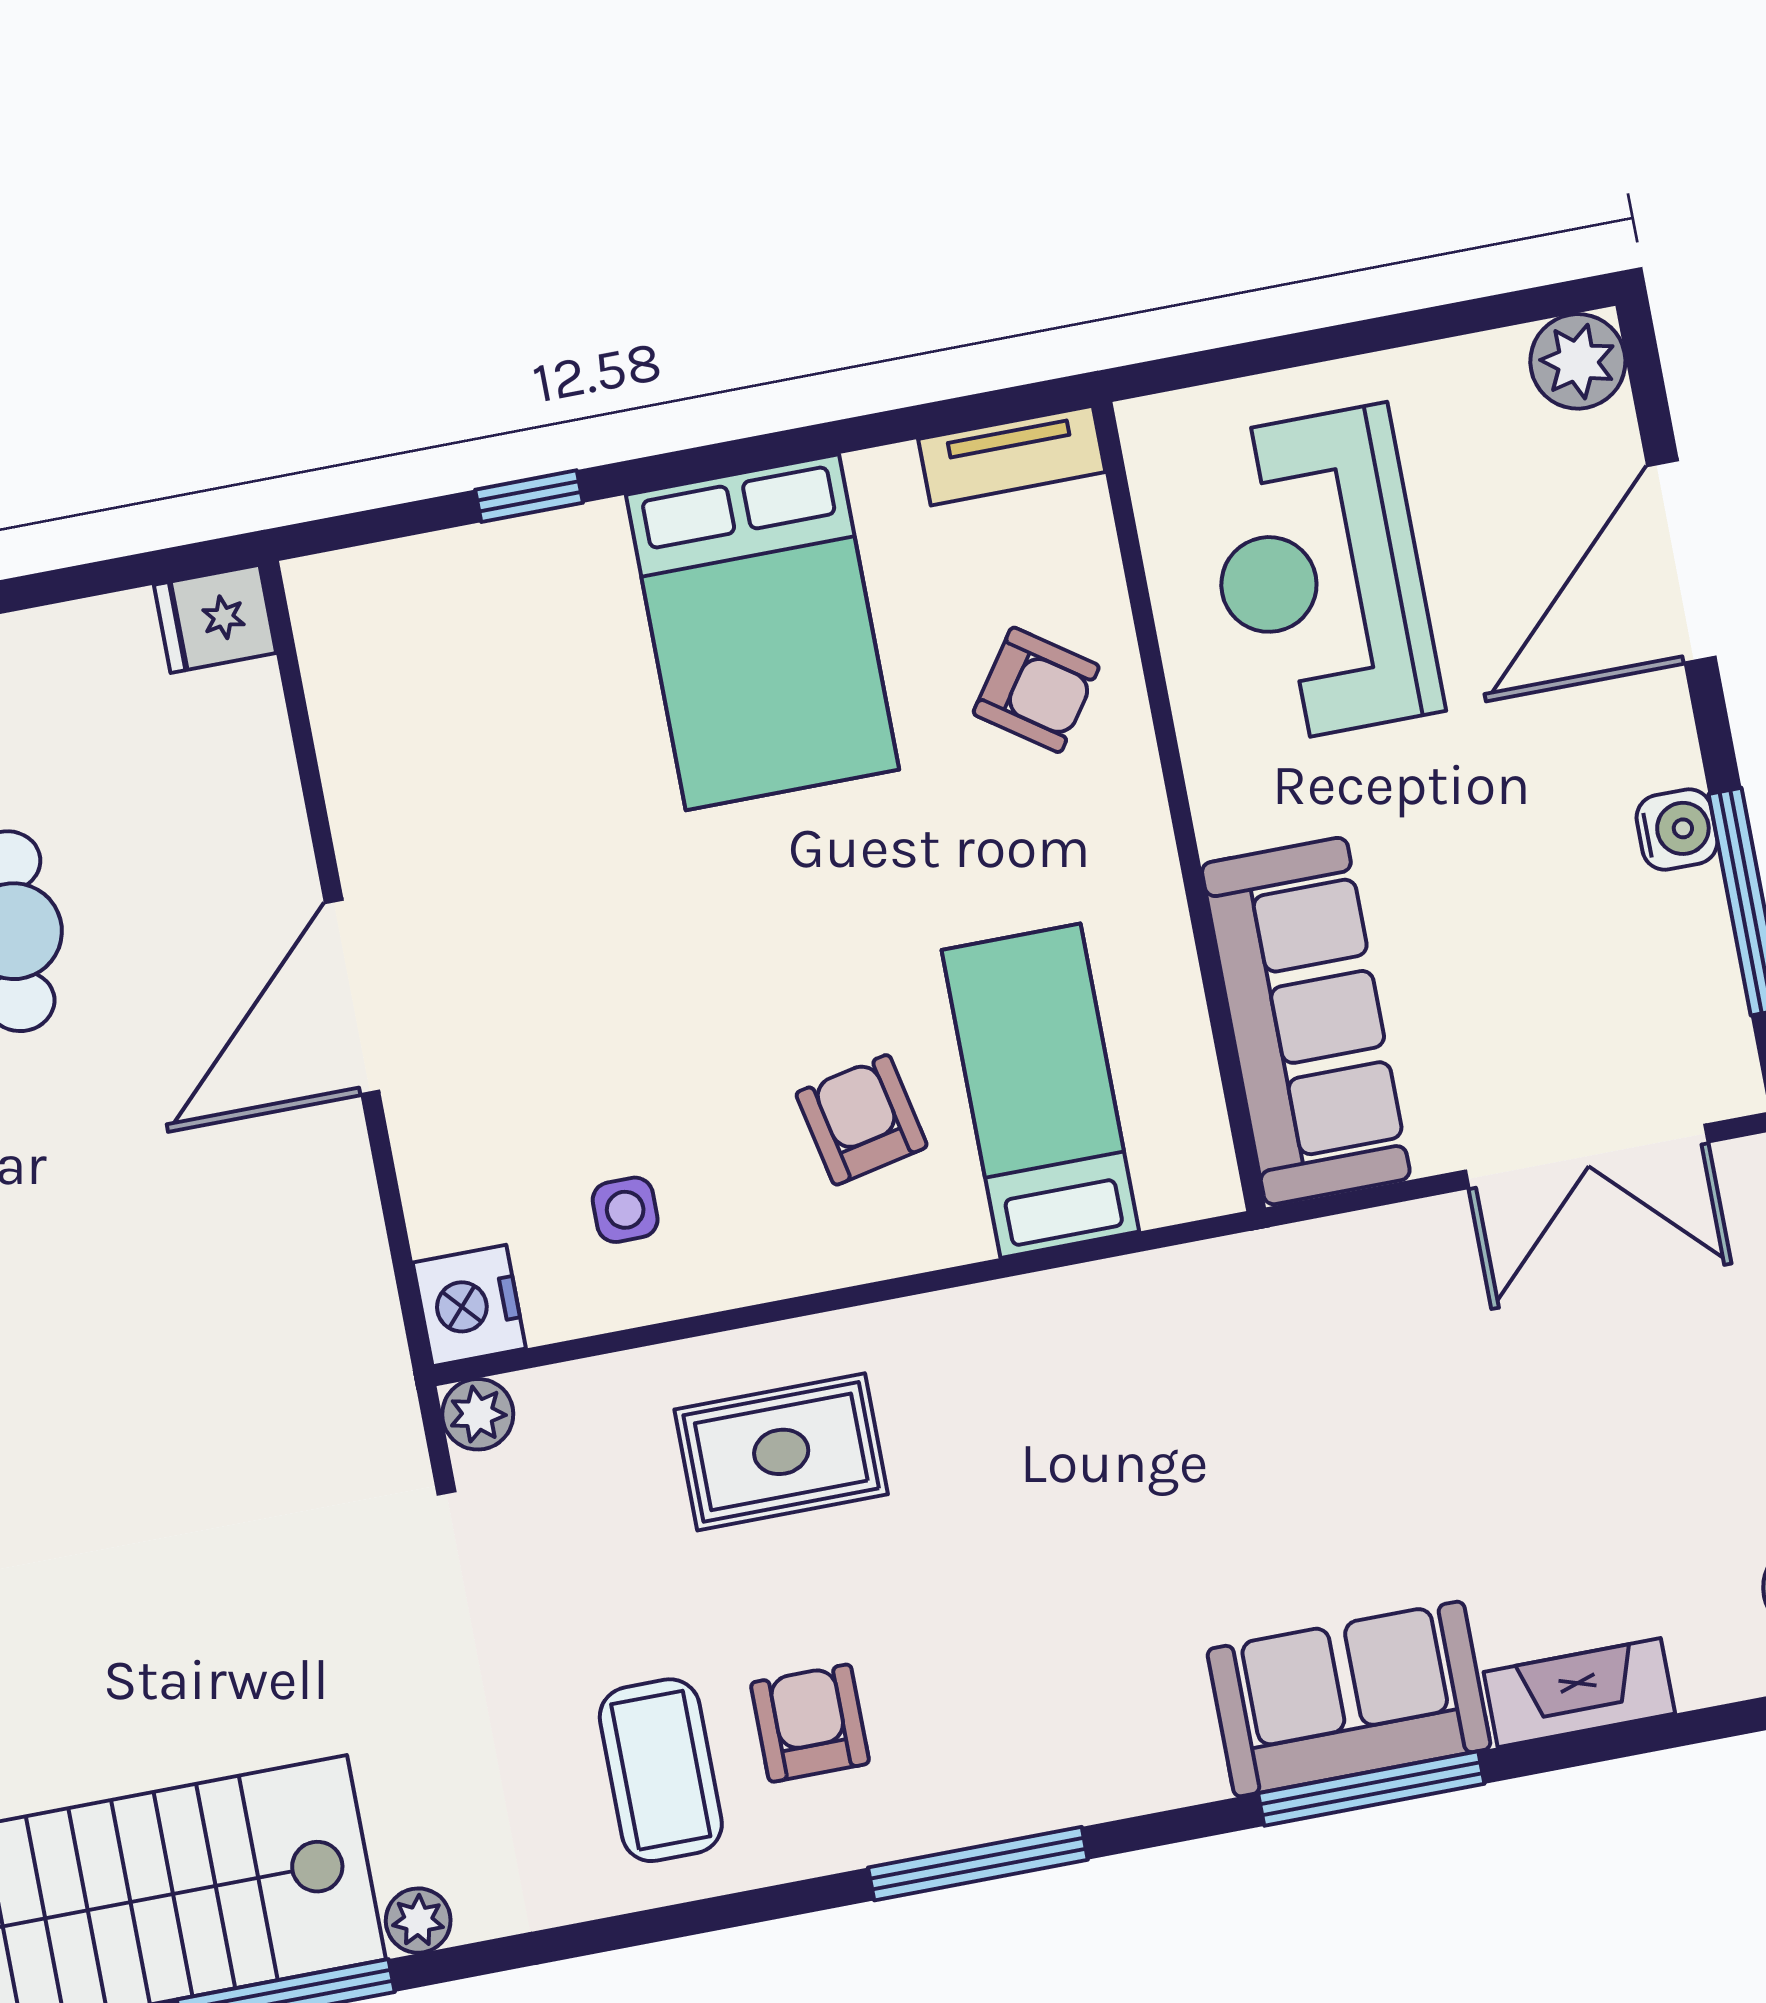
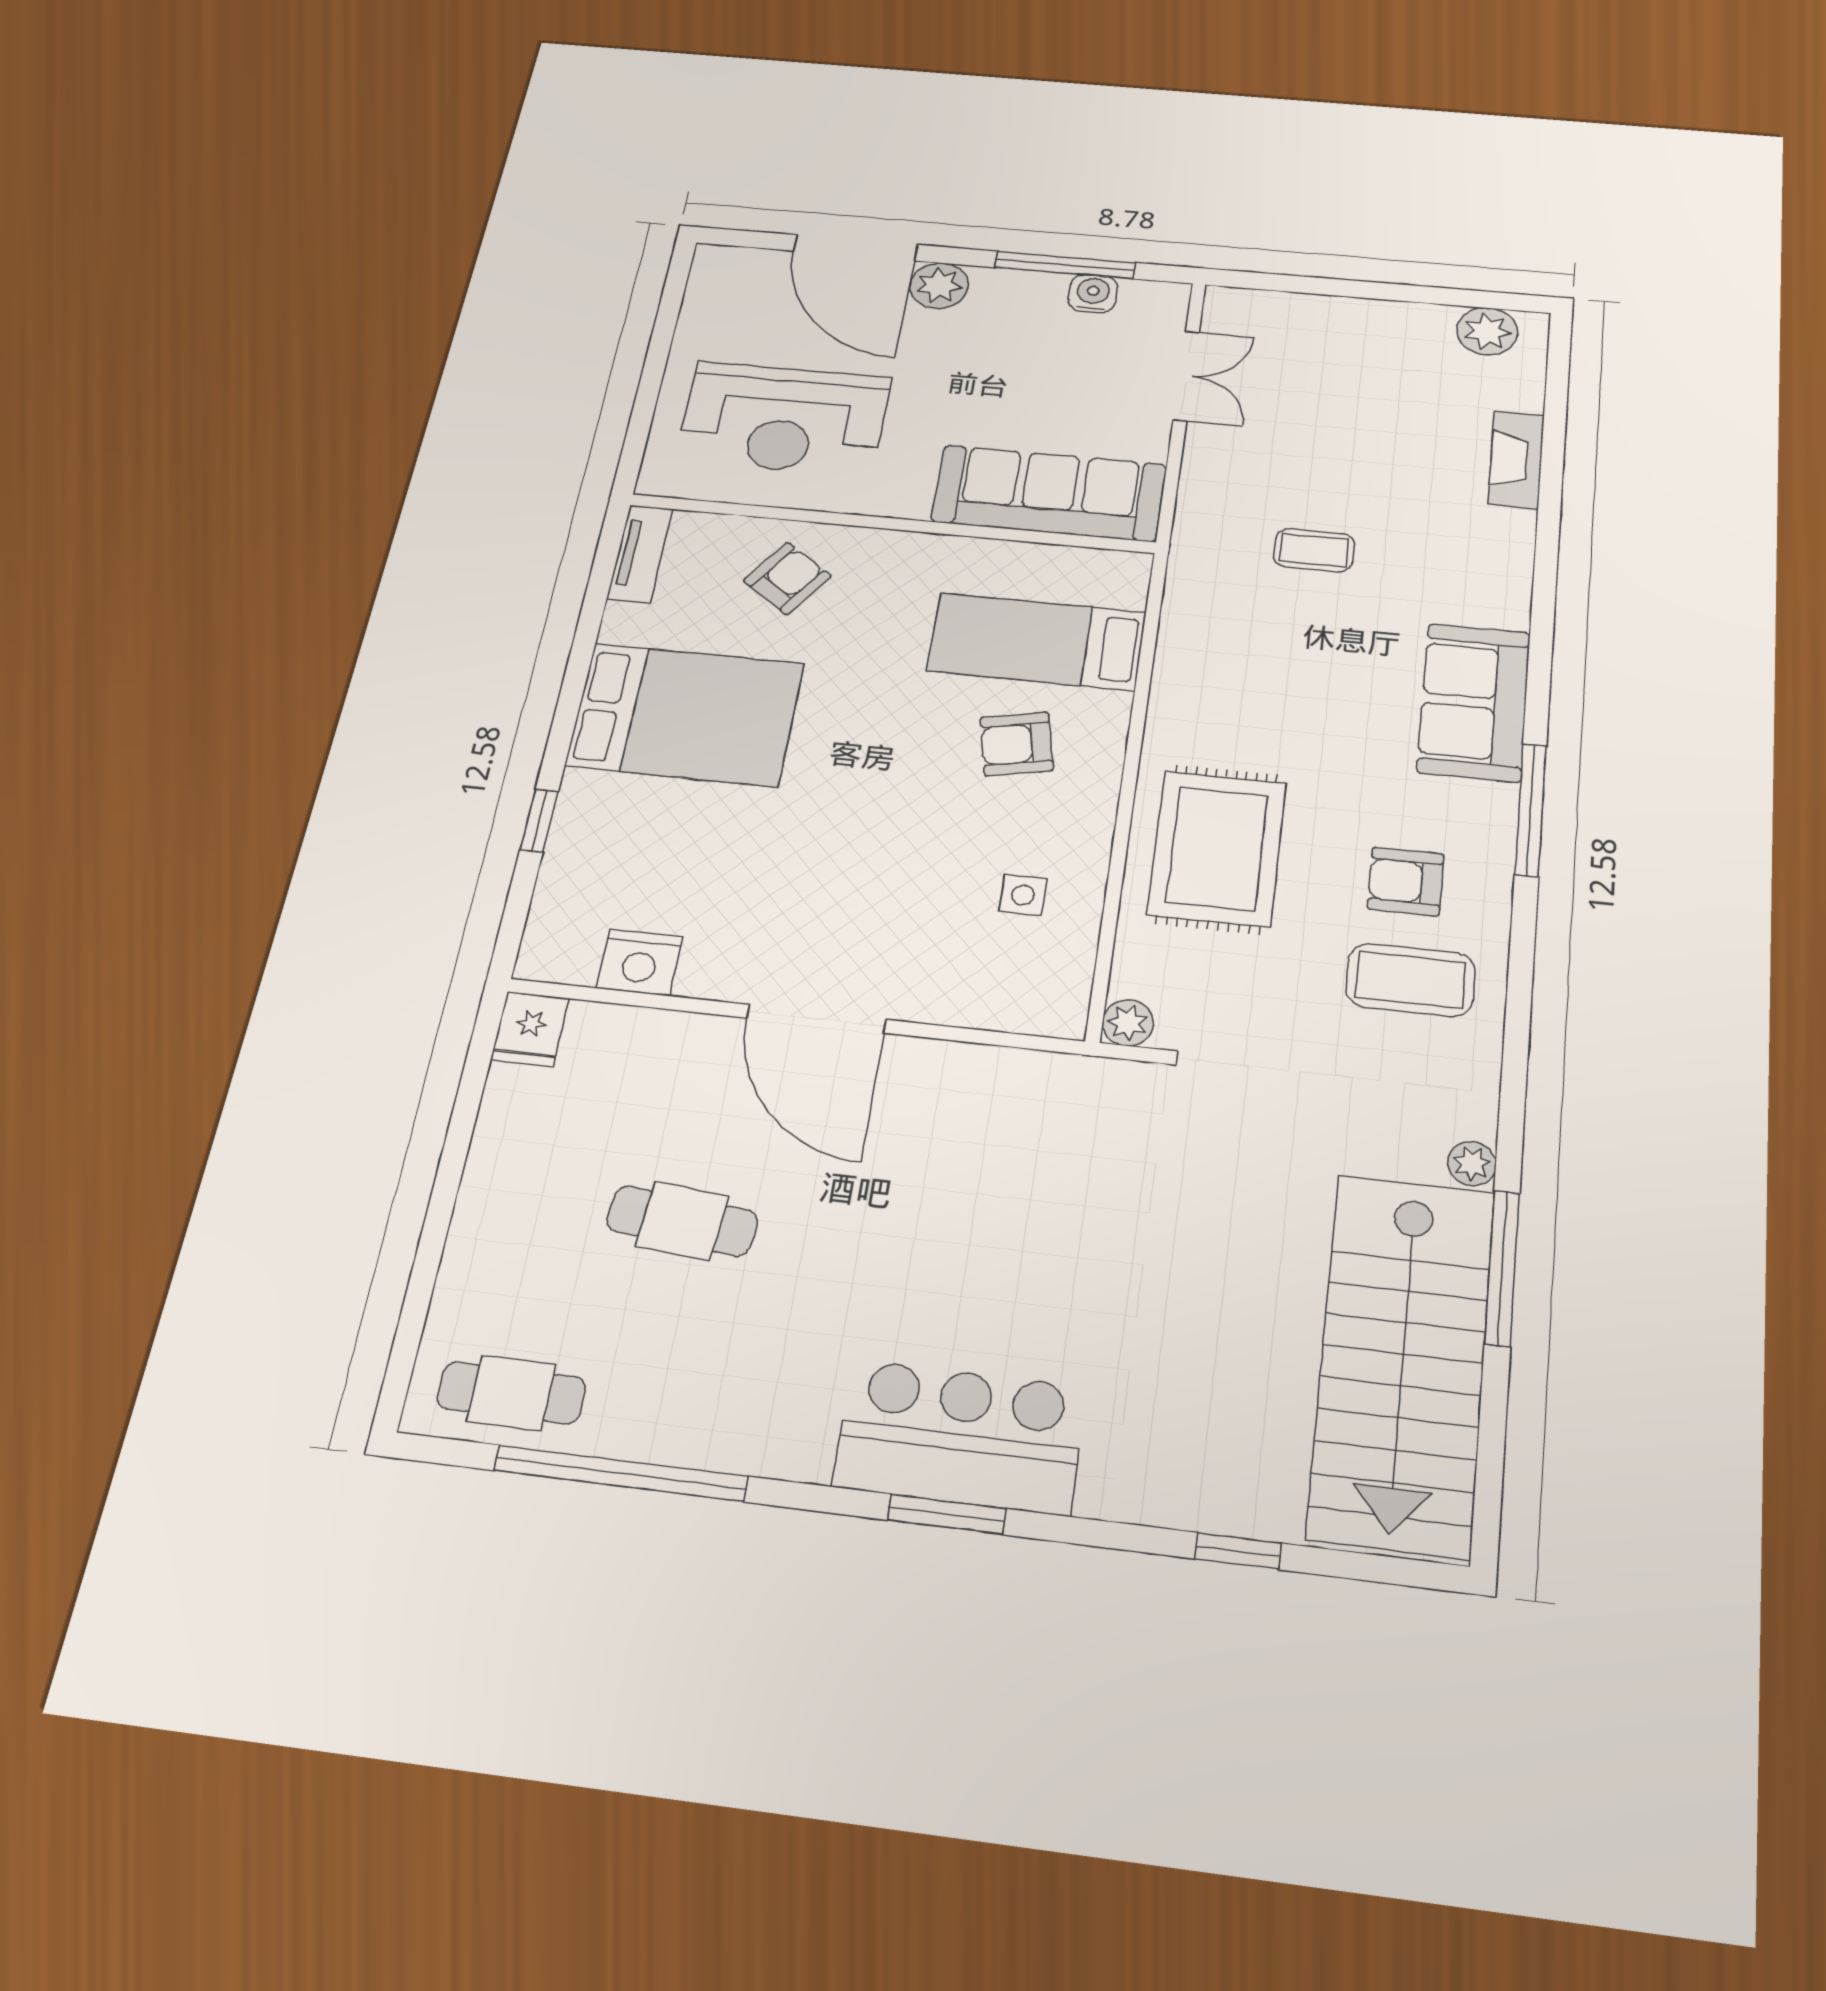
plant: (1578, 361) -> (939, 286), moved
water cooler: (1677, 830) -> (1093, 294), moved
double door: (1587, 1156) -> (1186, 376), width x0.73
nightstand: (469, 1306) -> (640, 962), moved
coffee table: (1323, 1441) -> (1314, 550), added
rug: (781, 1452) -> (1217, 848), width x1.36, depth x1.43
sofa: (1349, 1699) -> (1474, 702), moved
window: (1371, 1789) -> (1545, 581), removed

